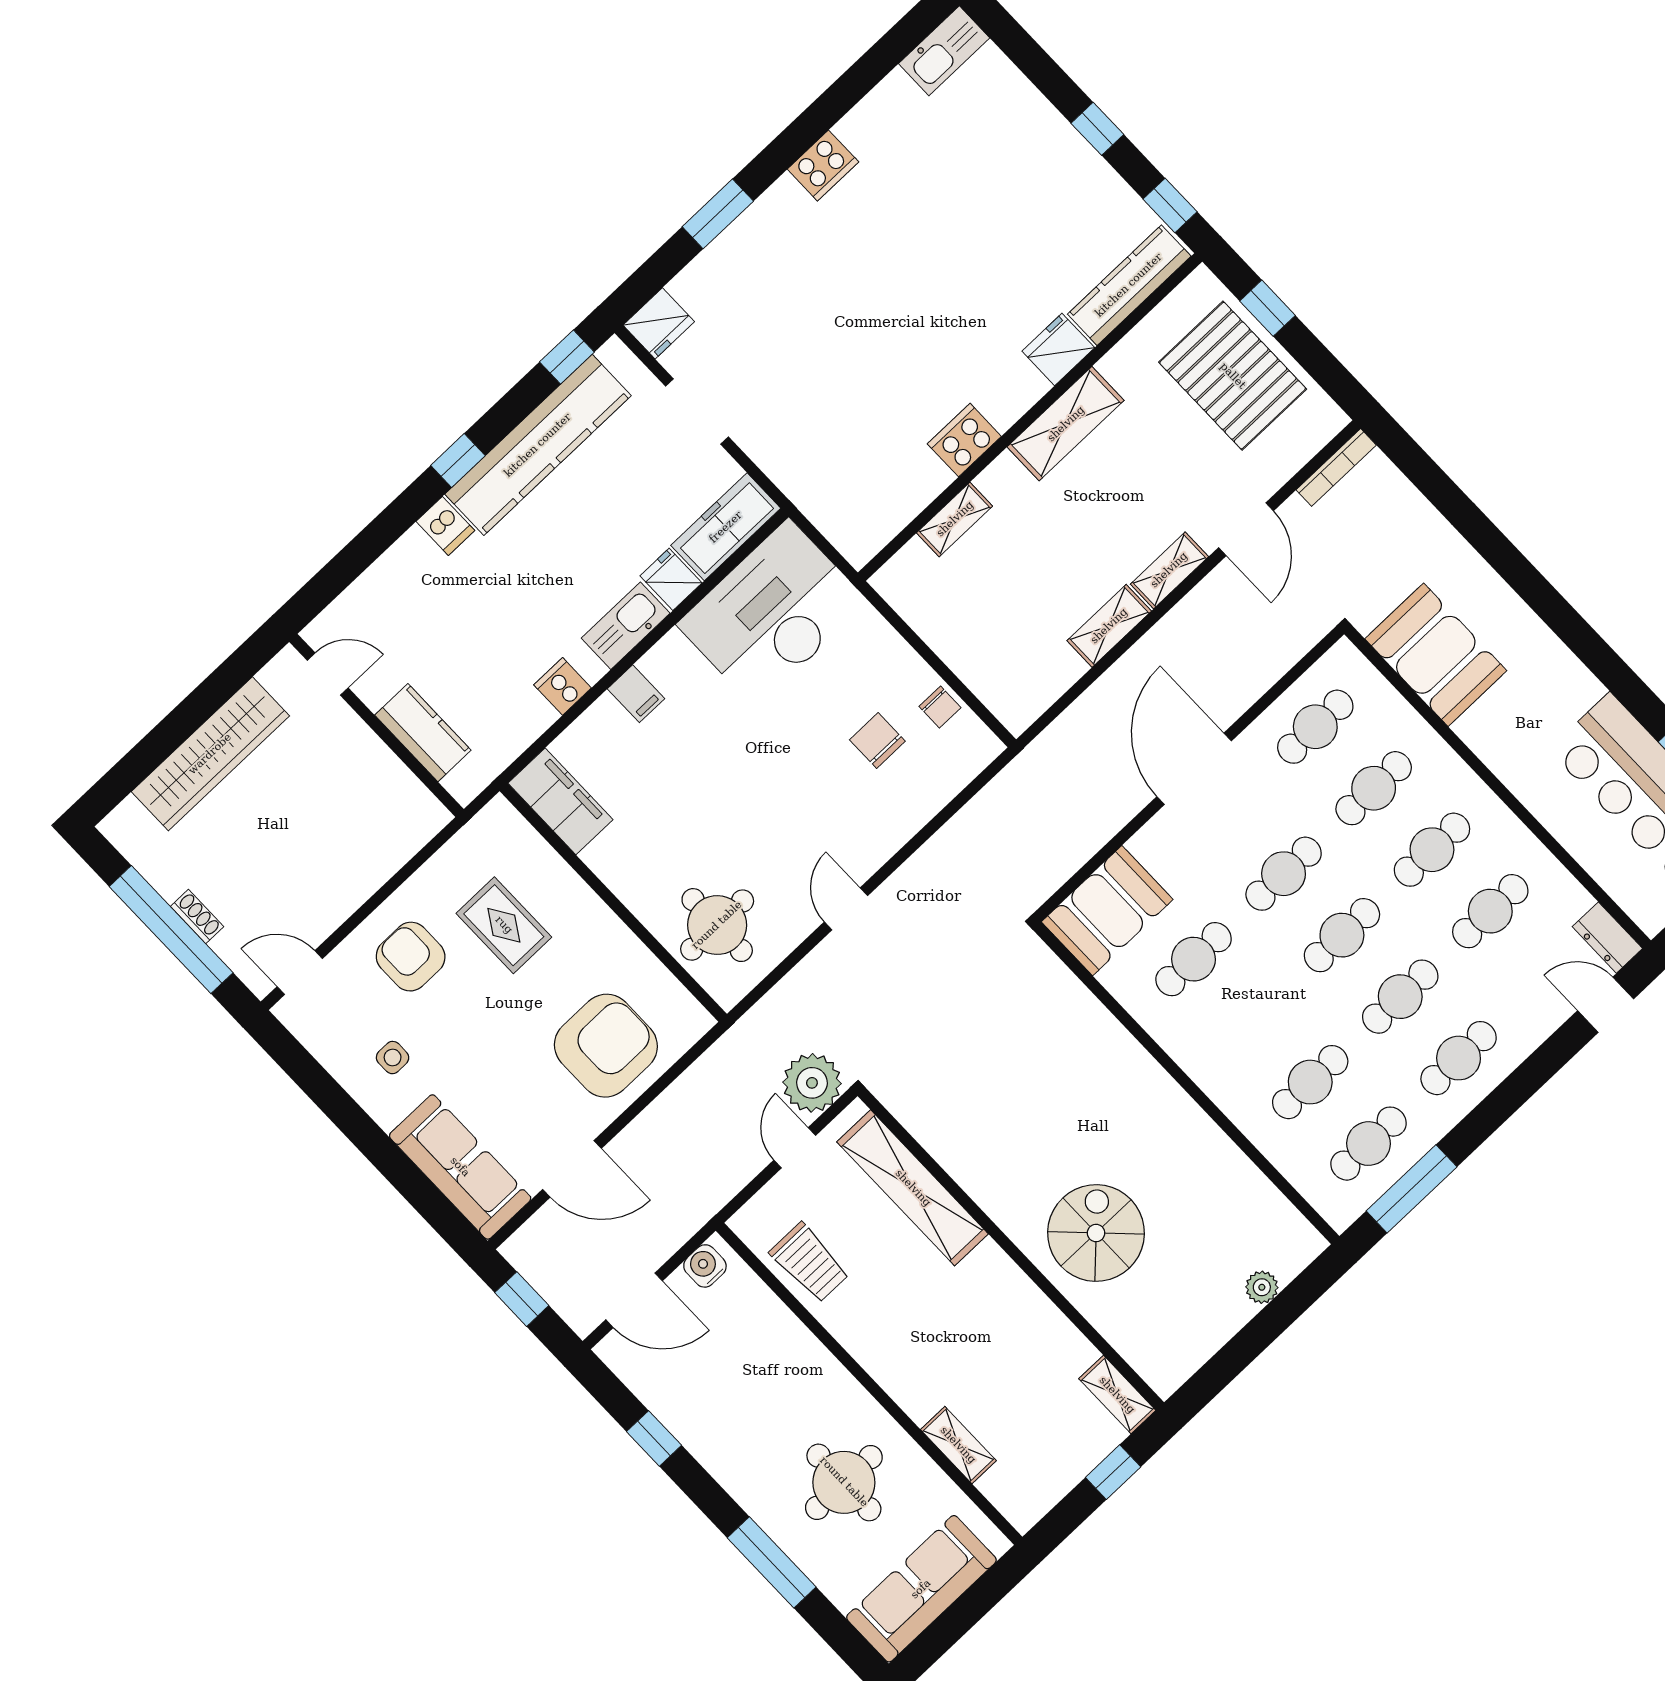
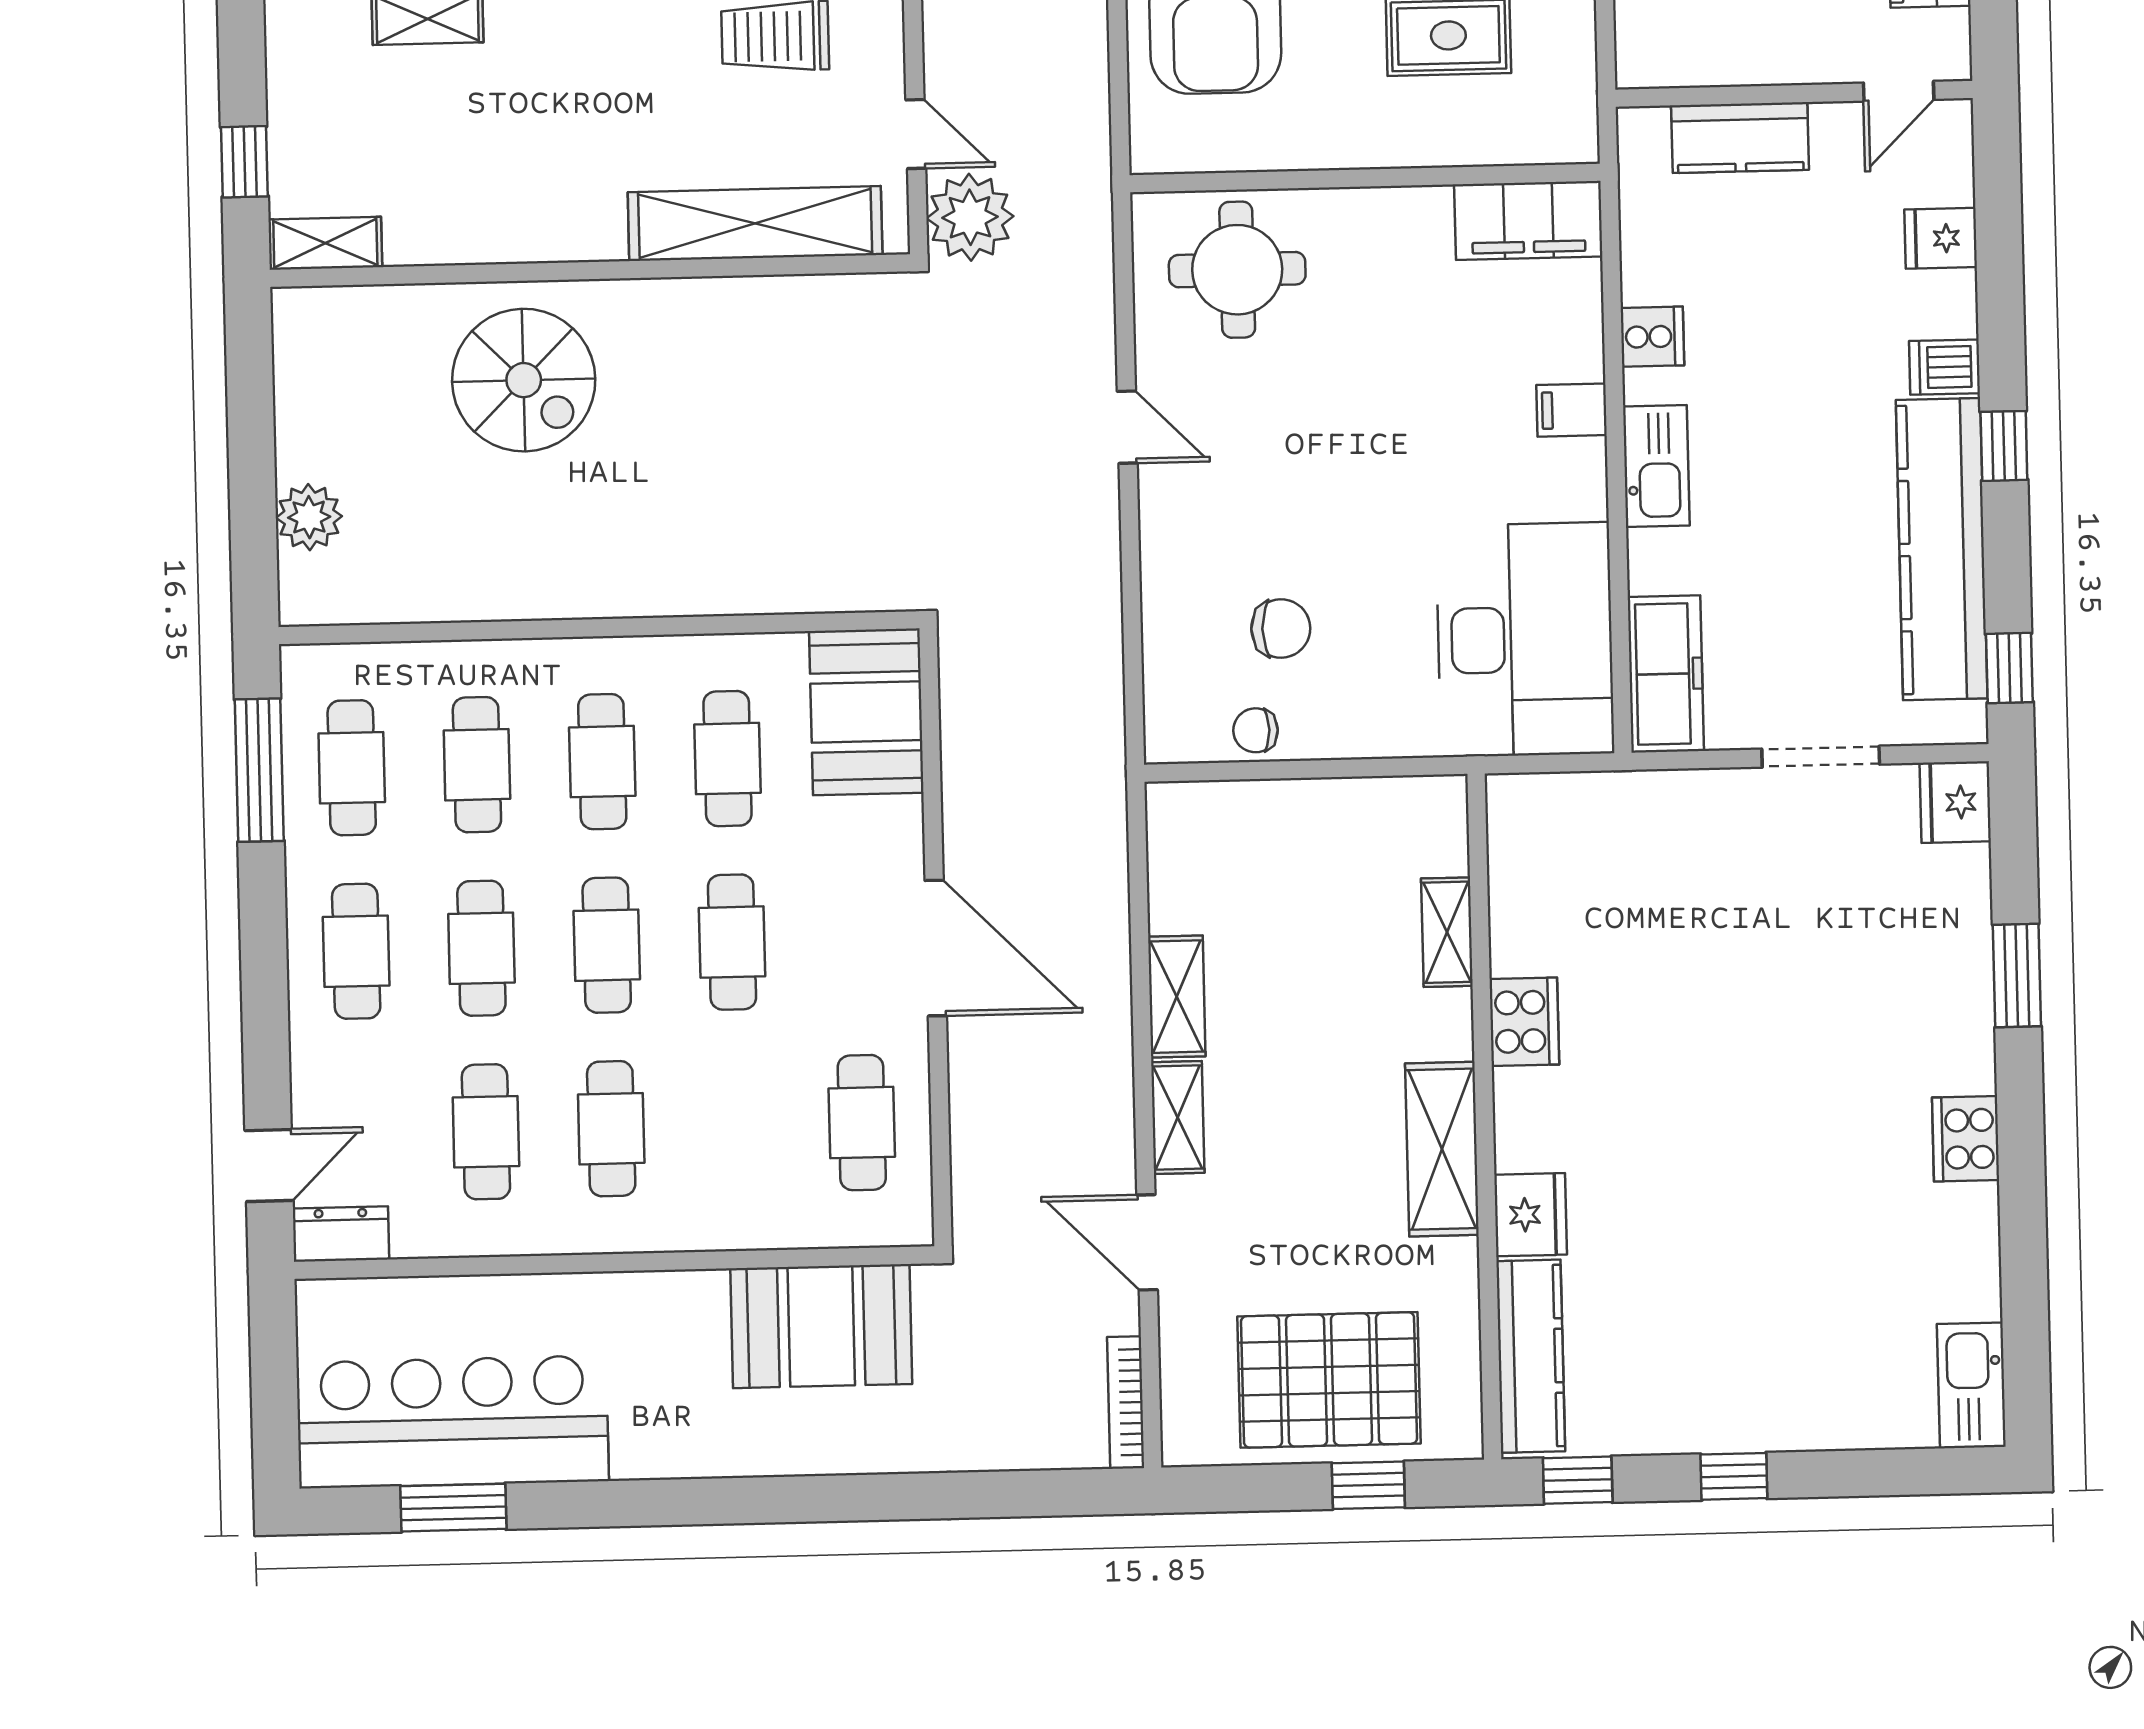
fridge: (671, 579) -> (1941, 238), moved, turned 180
cafe table: (1374, 788) -> (602, 762), moved
plant: (1262, 1287) -> (309, 517), width x1.38, depth x1.38

